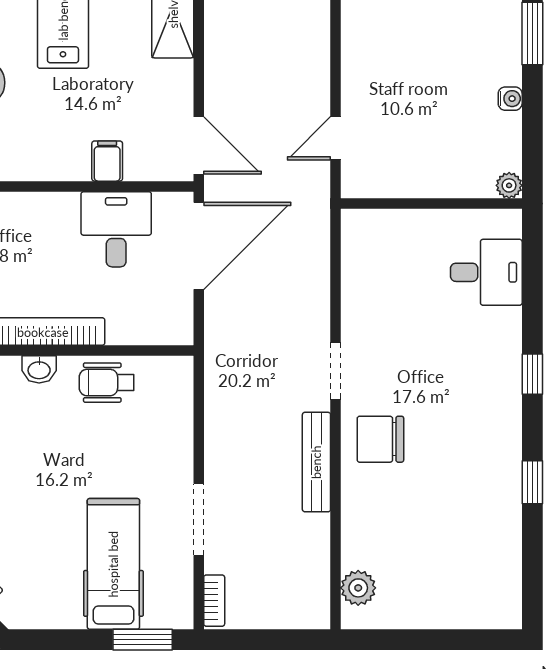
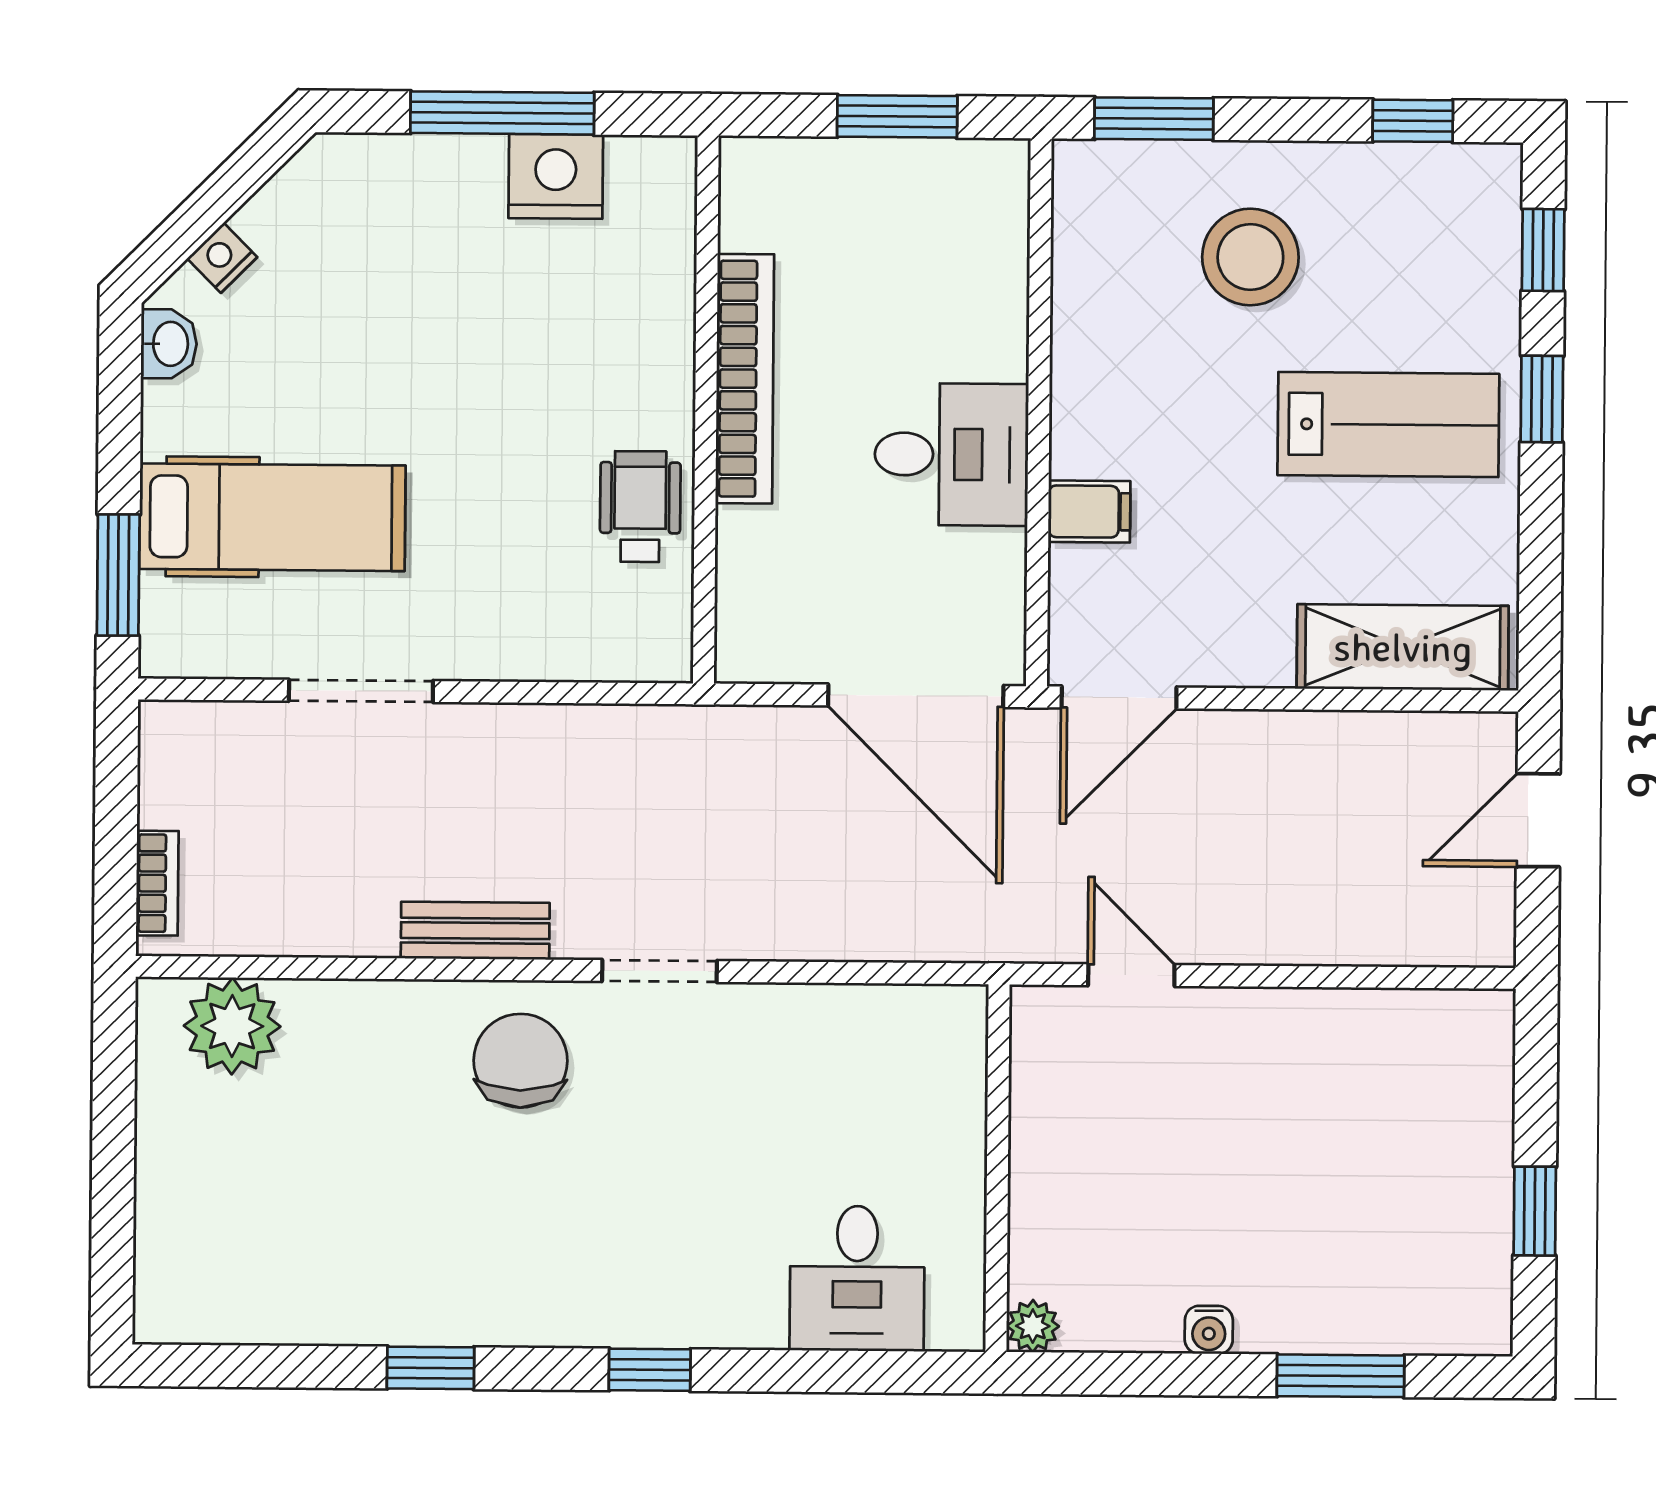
desk: (116, 229) -> (951, 454), moved
washbasin: (39, 369) -> (169, 344), moved, turned 180
bench: (316, 462) -> (475, 931), width x0.73
plant: (358, 588) -> (232, 1026), width x1.36, depth x1.36
bookcase: (214, 601) -> (157, 883), moved, turned -90

